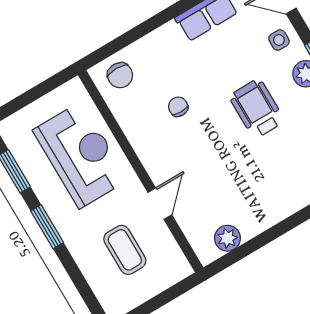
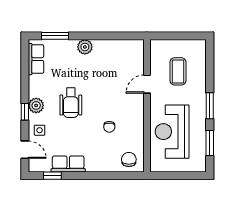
plant: (227, 238) -> (85, 47), moved

